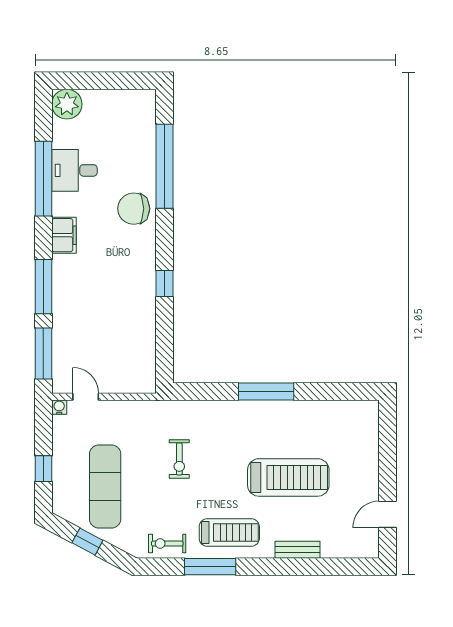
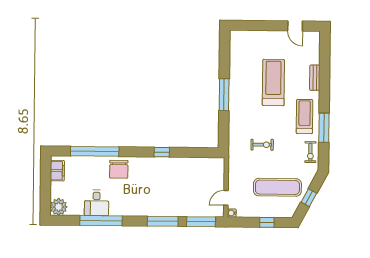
filing cabinet: (64, 235) -> (57, 171), moved, turned 90

